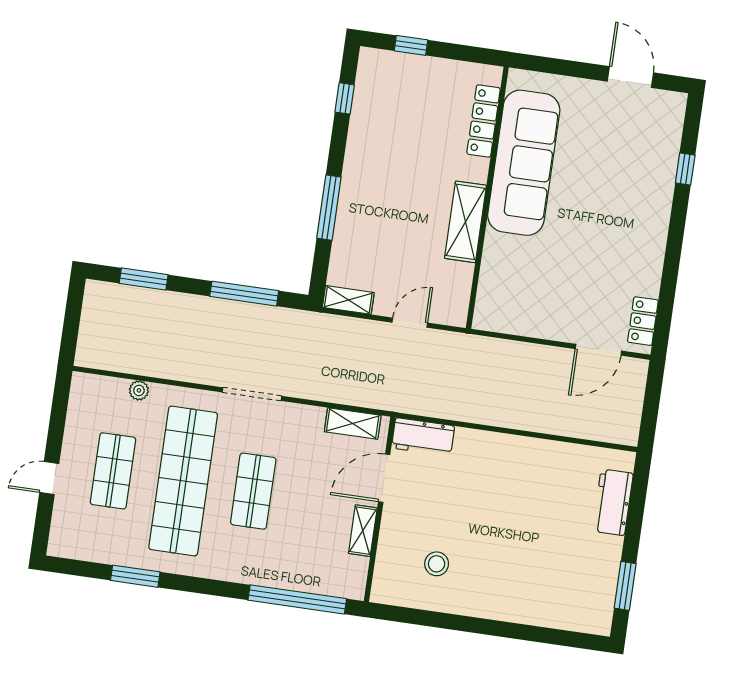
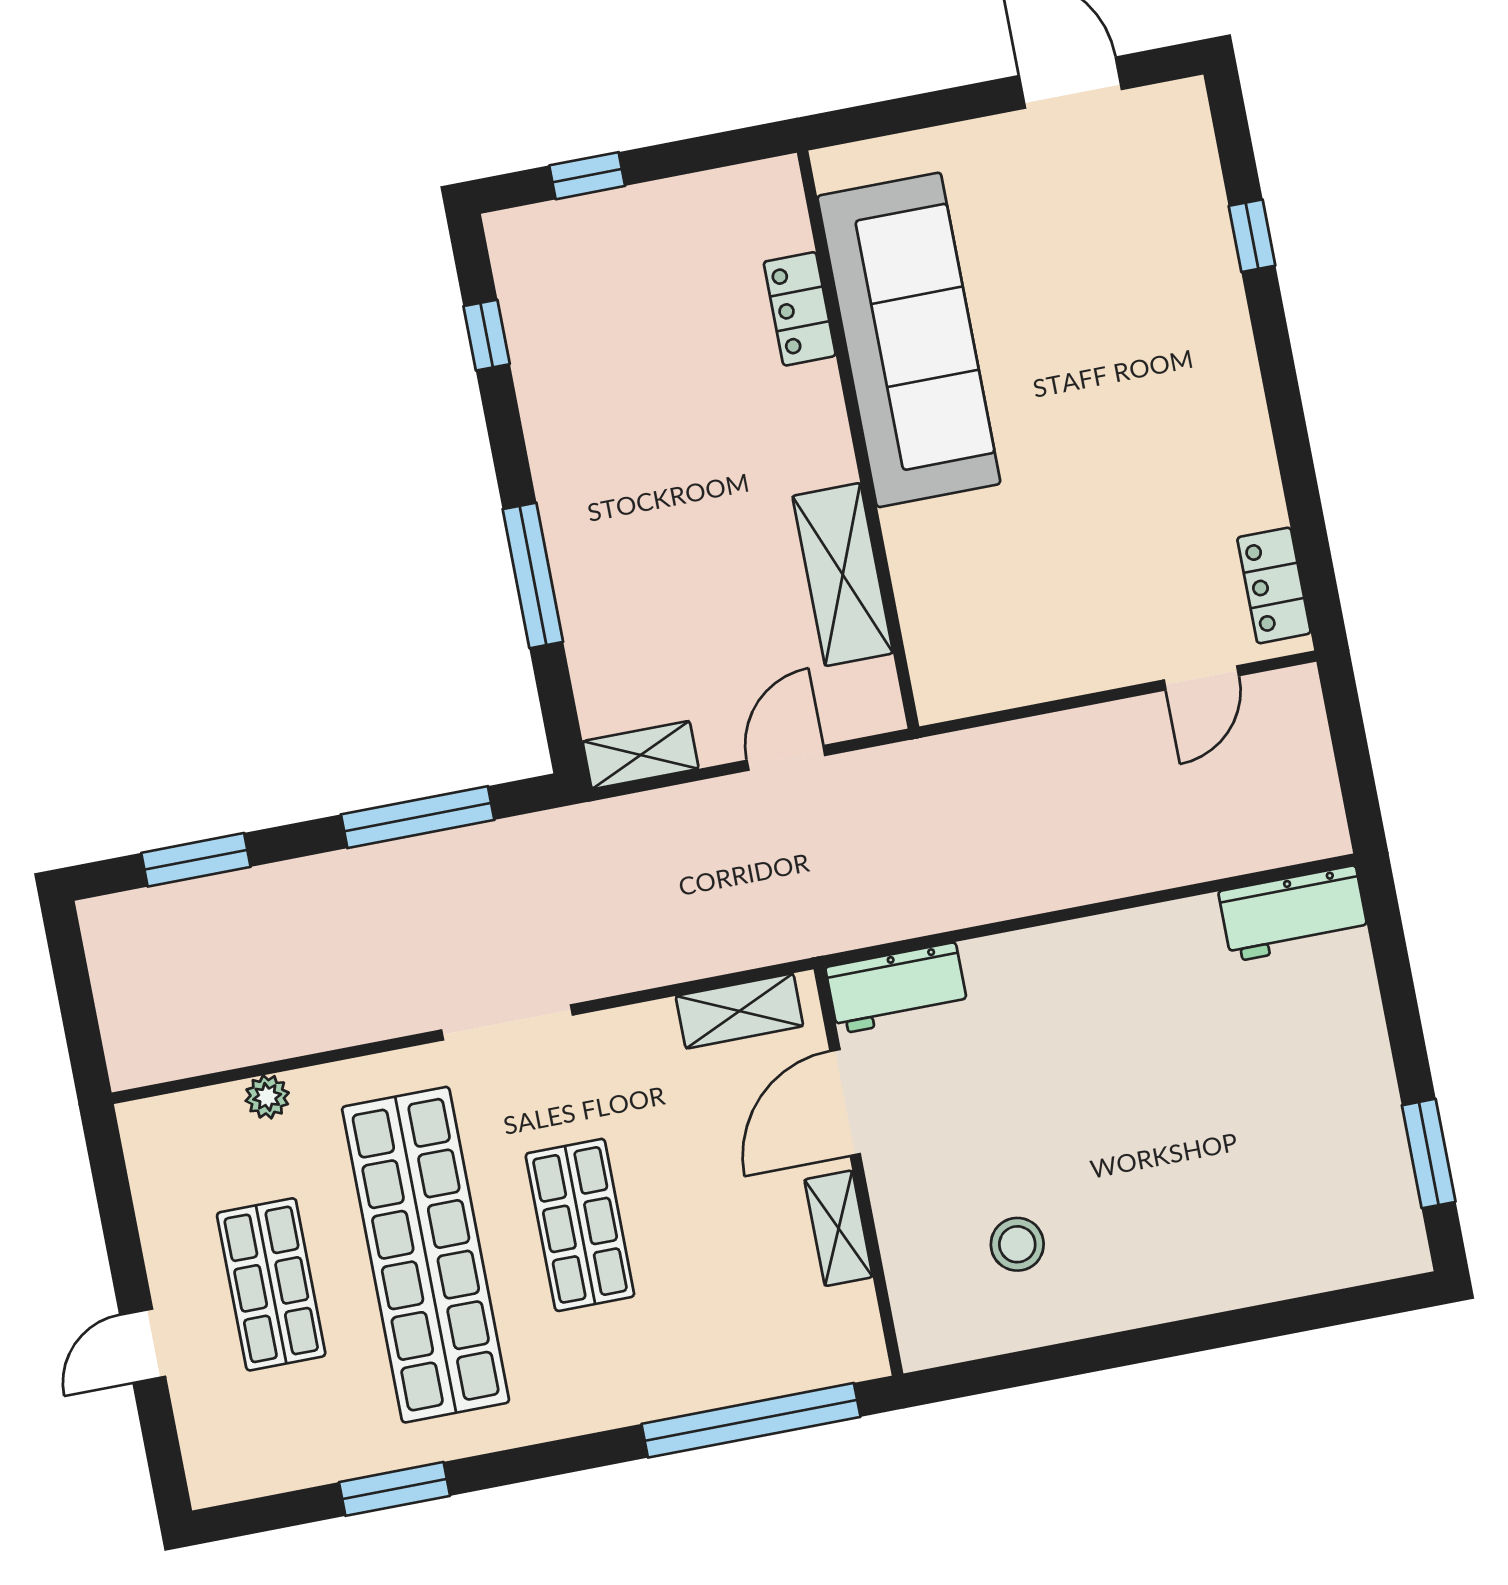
locker: (484, 121) -> (800, 309), width x0.66
shelving: (465, 222) -> (843, 575), moved
door: (598, 350) -> (1201, 678), width x0.73
workbench: (613, 502) -> (1294, 914), moved, turned -90

